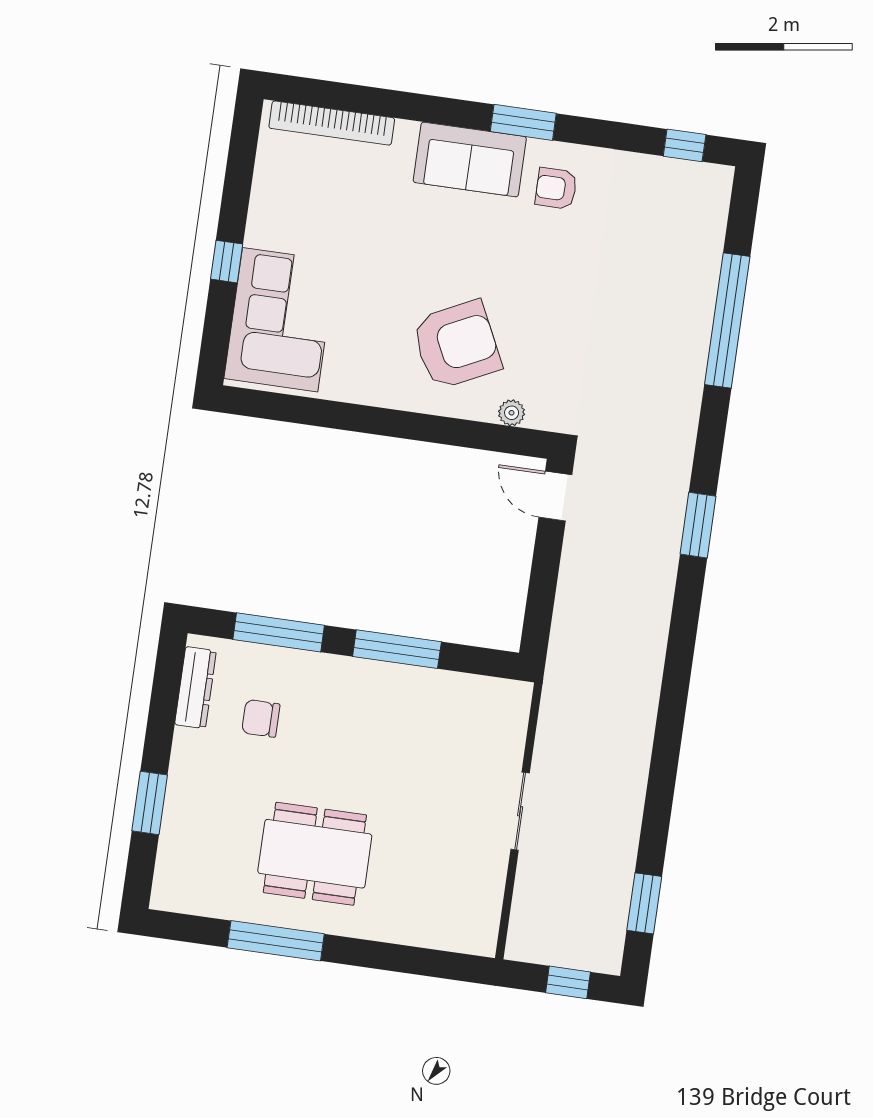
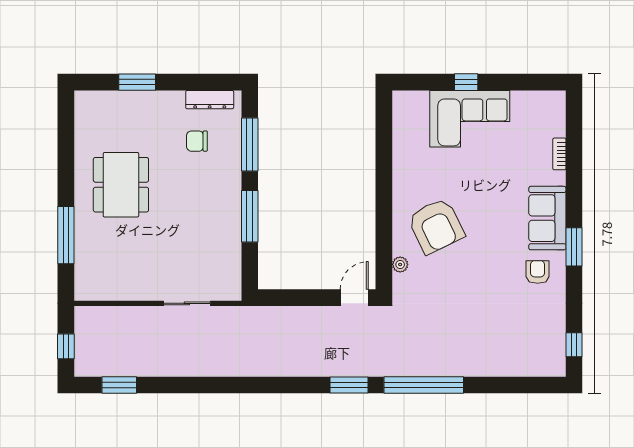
bookcase: (332, 123) -> (559, 154), width x0.43, depth x0.76
corner sofa: (280, 320) -> (470, 119), moved
window: (727, 321) -> (424, 385), moved
chair: (261, 718) -> (197, 141), turned -90
sliding door: (520, 811) -> (187, 303), moved
window: (276, 941) -> (66, 235), moved

